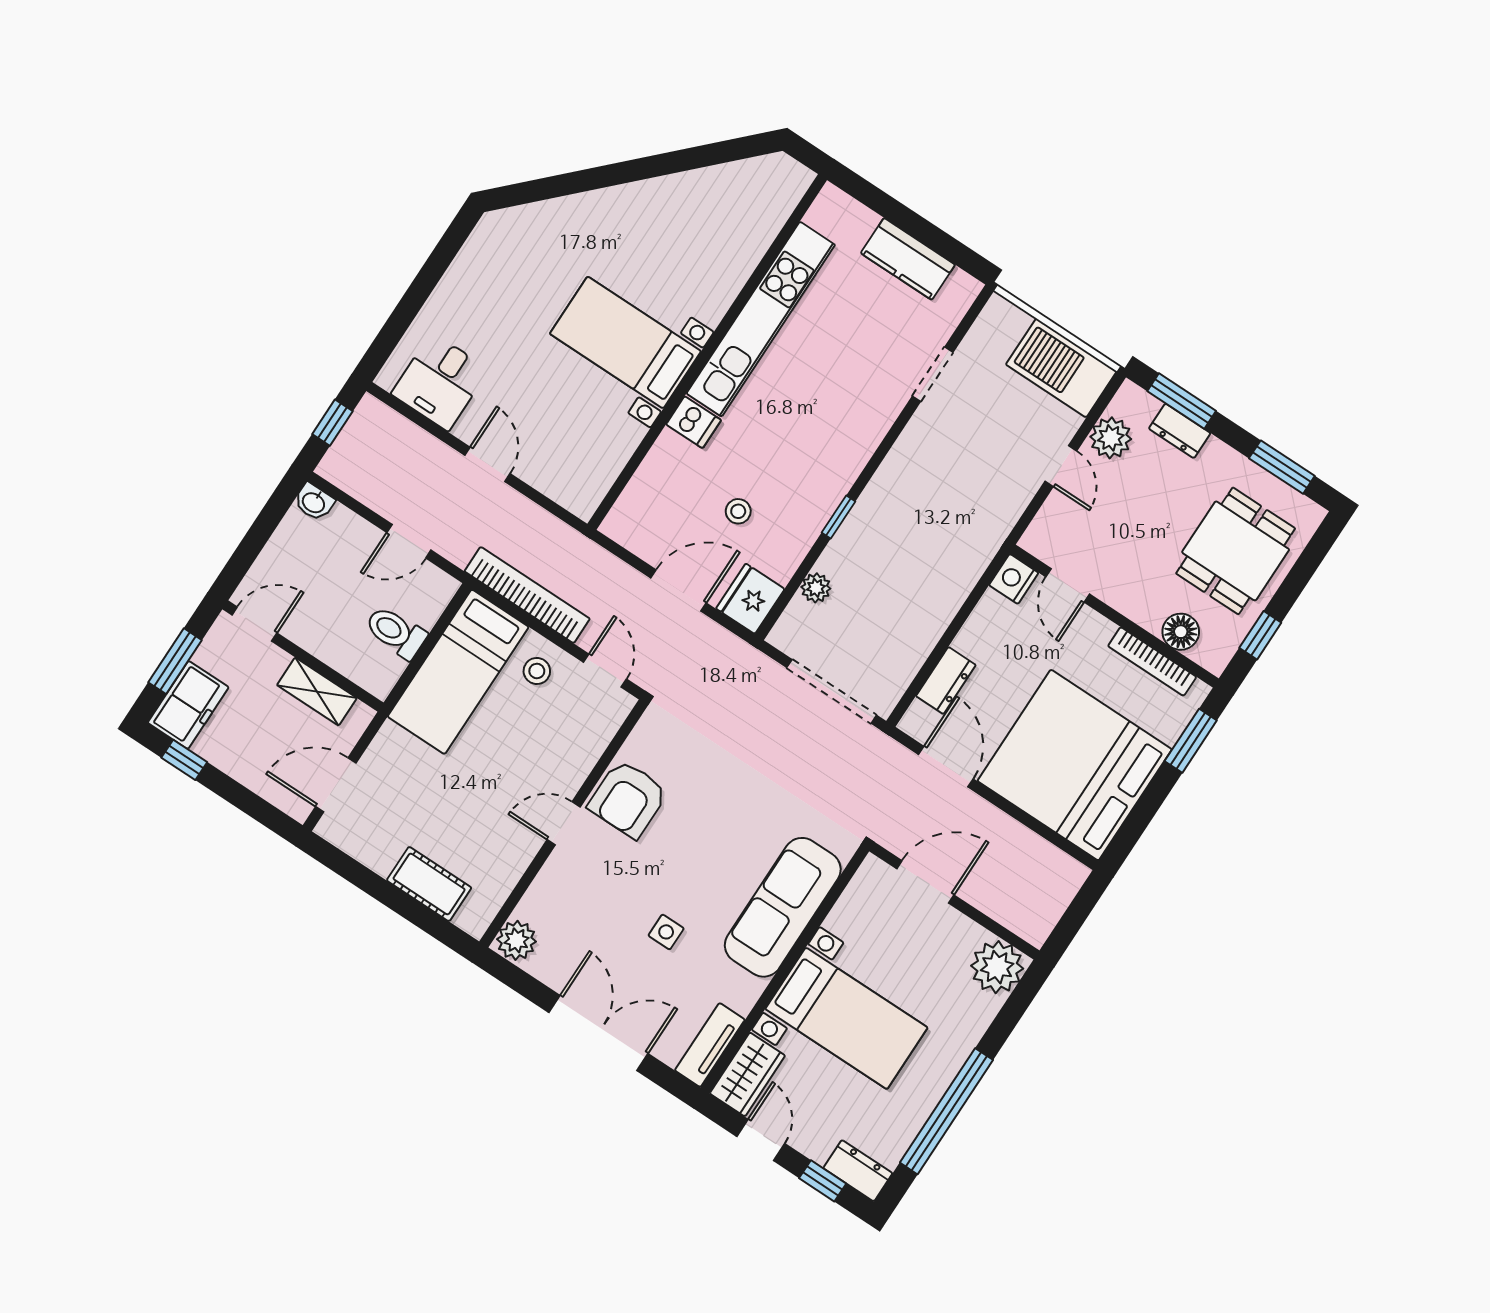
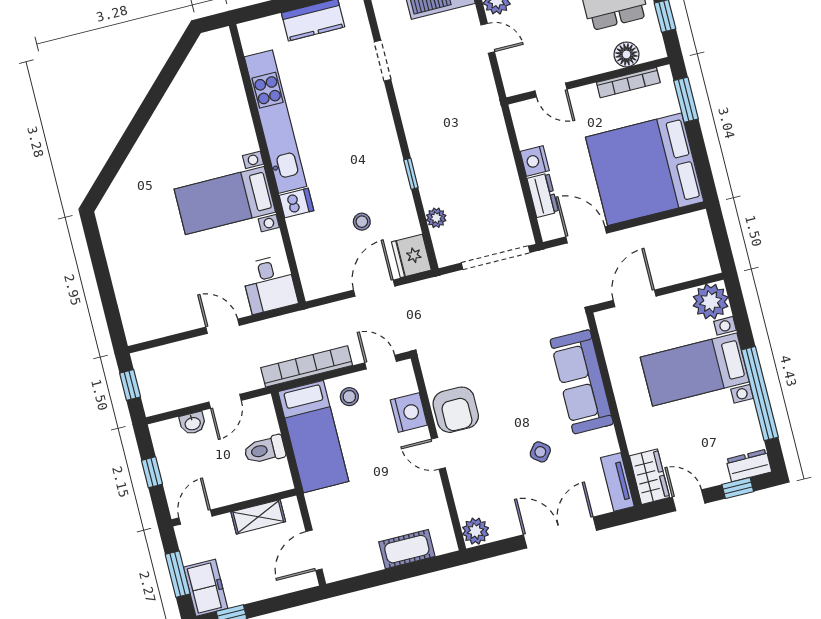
desk: (440, 382) -> (269, 284), moved
washbasin: (314, 502) -> (193, 423), moved
window: (260, 533) -> (152, 472), added
nightstand: (1014, 579) -> (535, 161), moved
nightstand: (579, 751) -> (409, 413), added
door: (564, 823) -> (438, 453), hinge flipped
side table: (666, 932) -> (540, 452), turned 38
bed with nightstands: (846, 1018) -> (695, 370), moved, turned 180

